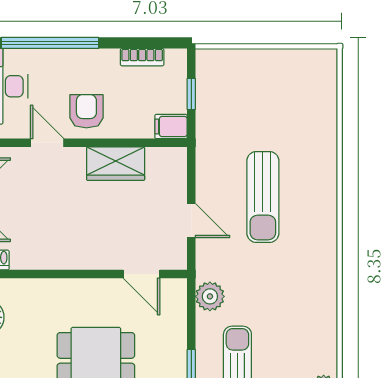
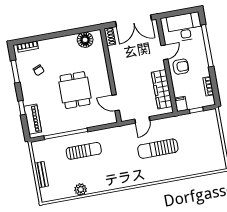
wardrobe: (116, 164) -> (162, 89), width x1.50
door: (141, 274) -> (116, 103), hinge flipped
plant: (210, 296) -> (111, 134), removed

